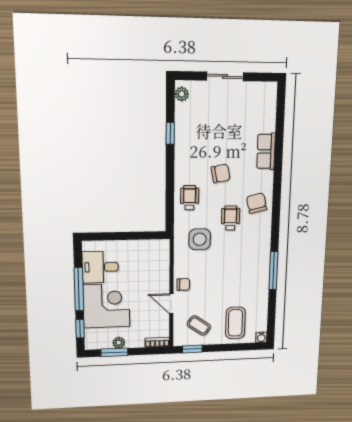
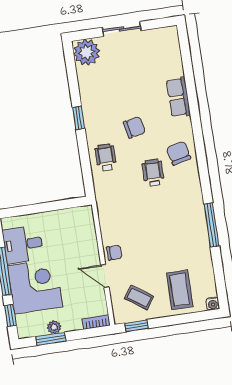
plant: (182, 94) -> (87, 52), width x1.88, depth x1.88
window: (170, 133) -> (79, 118), moved
side table: (200, 239) -> (124, 200), removed

